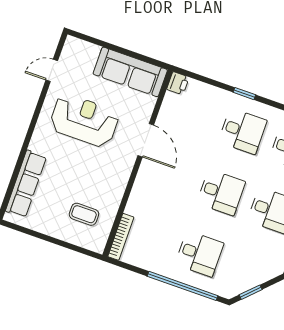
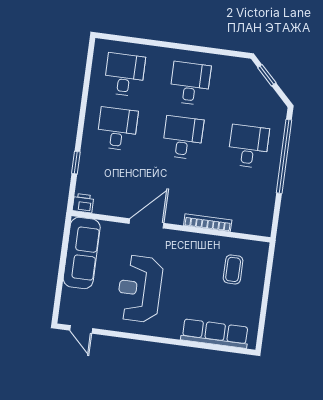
door: (52, 70) -> (81, 329), moved
window: (244, 94) -> (76, 163), moved
bookcase: (121, 237) -> (208, 223), moved
window: (251, 292) -> (267, 75), moved

